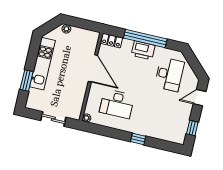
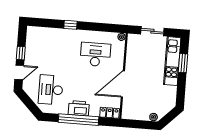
kitchen unit: (42, 64) -> (172, 61), moved
door: (93, 68) -> (123, 84), hinge flipped
window: (192, 128) -> (21, 53), moved

